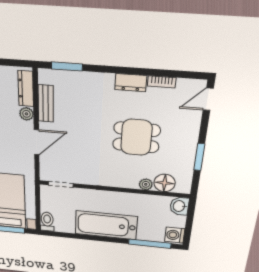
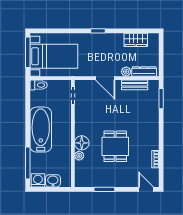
dresser: (131, 83) -> (153, 140), removed
floor lamp: (165, 183) -> (82, 143), moved
washbasin: (179, 206) -> (53, 181), moved

